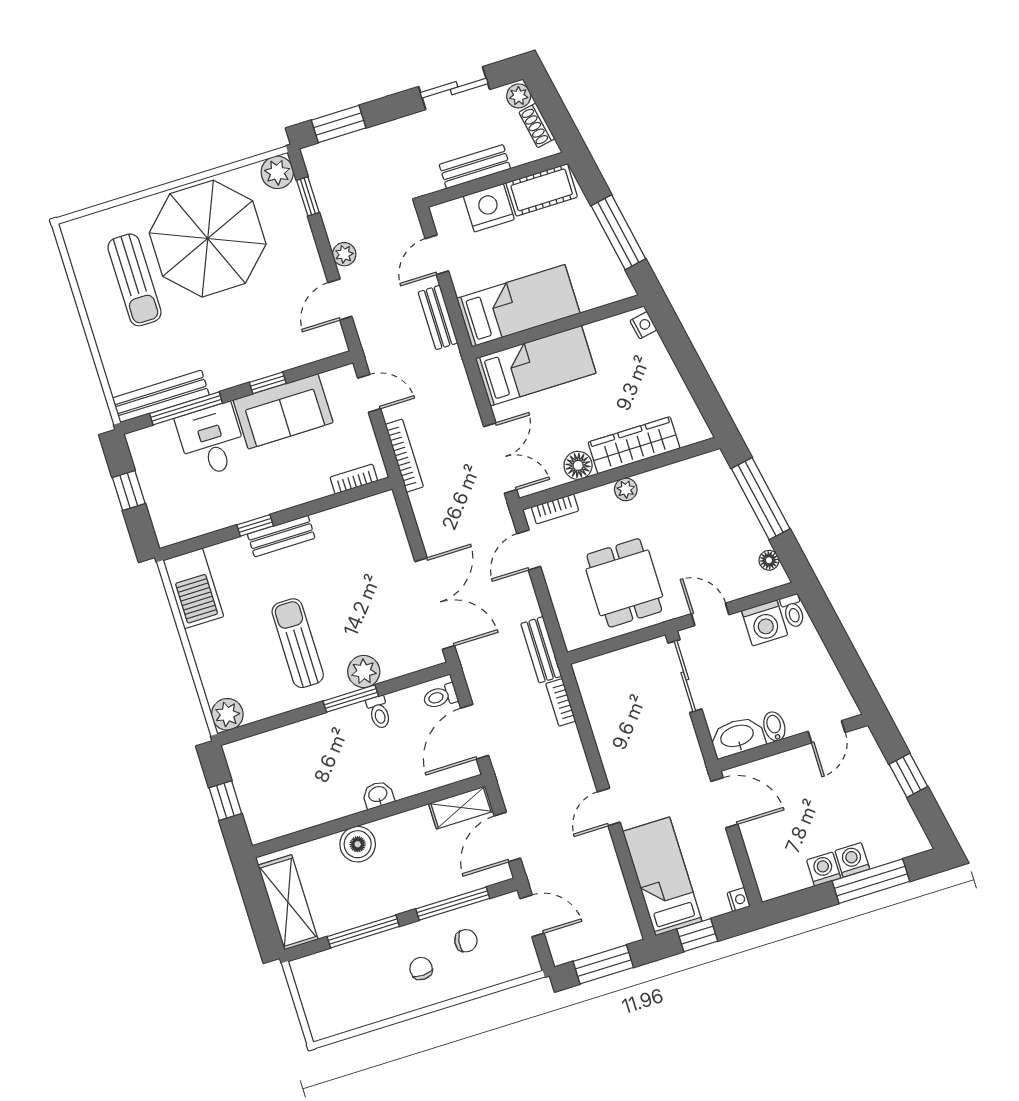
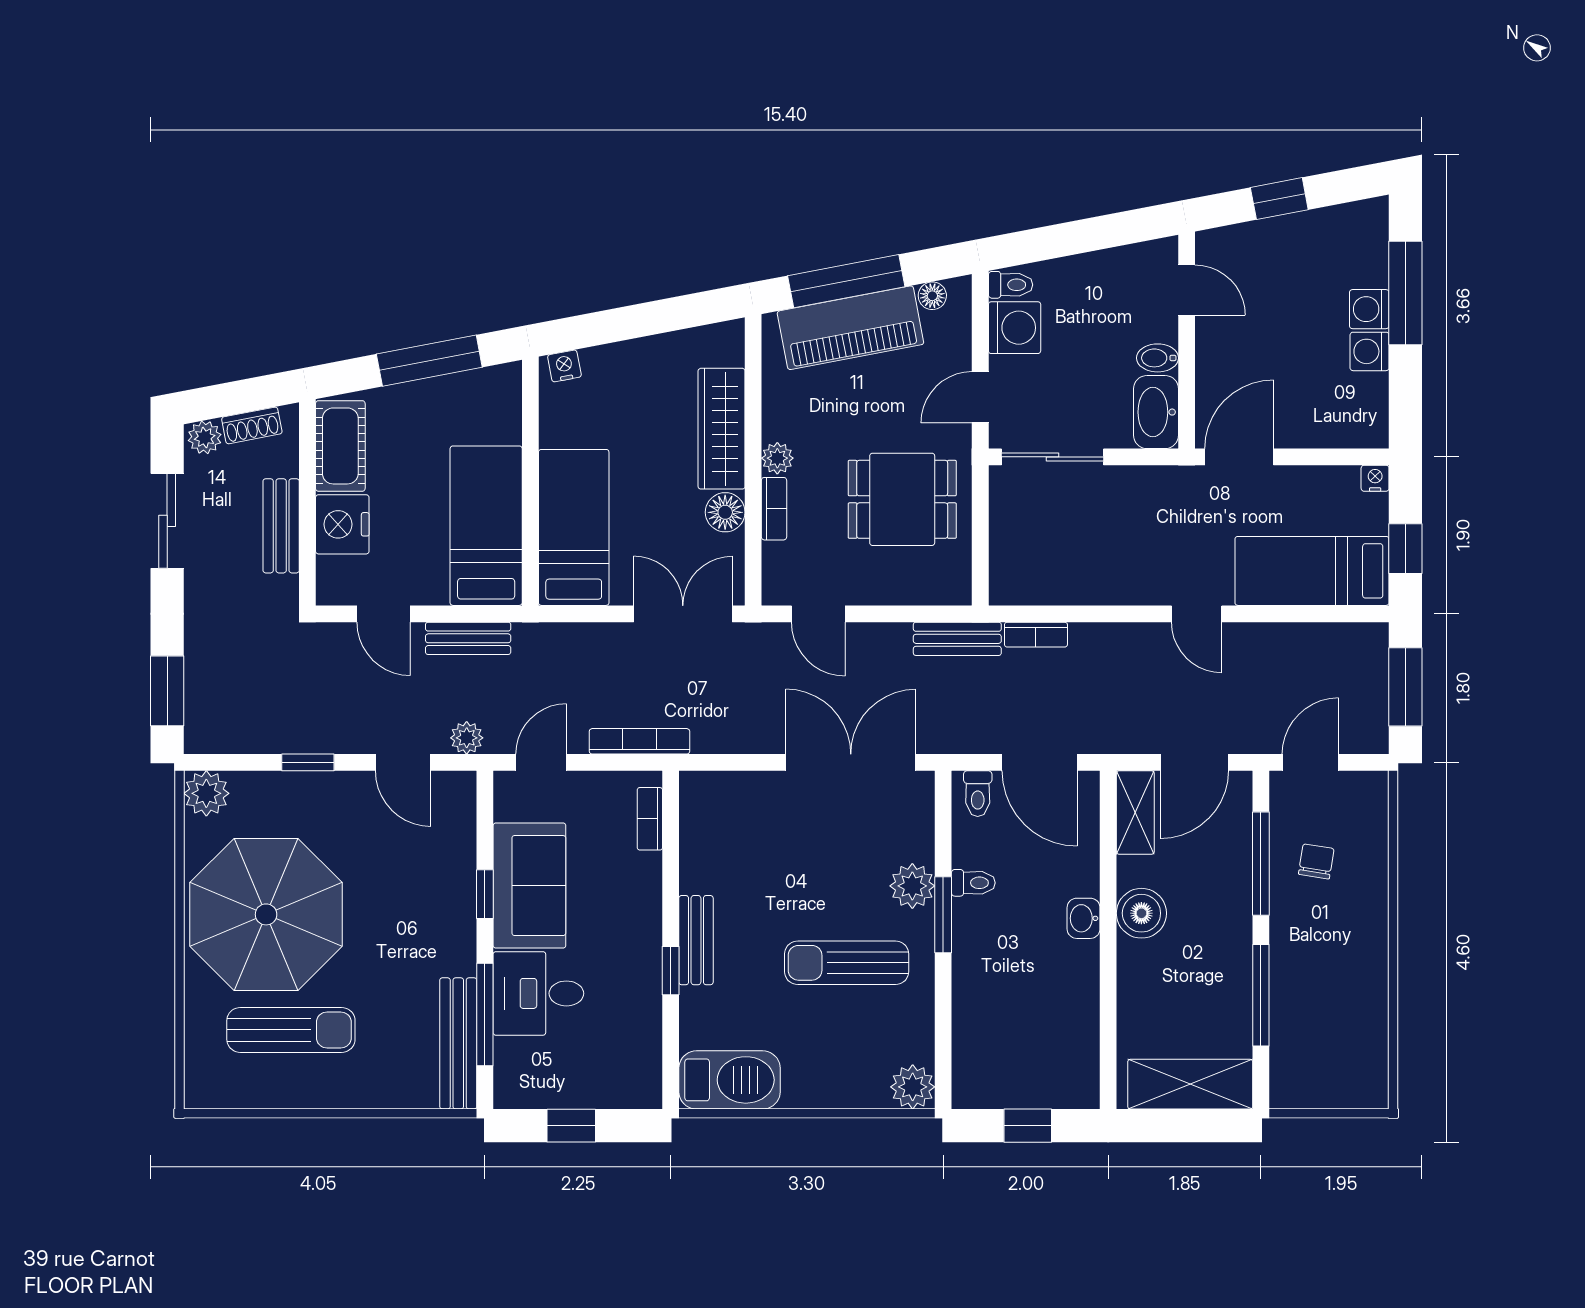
window: (308, 196) -> (308, 762), moved
plant: (344, 254) -> (467, 738), moved
bookcase: (555, 509) -> (774, 509), moved
piano: (730, 511) -> (850, 328), added
door: (507, 837) -> (1194, 762), hinge flipped
boiler: (358, 844) -> (1141, 913), moved
chair: (421, 969) -> (1335, 933), removed

